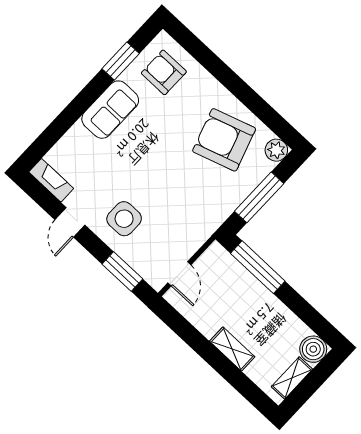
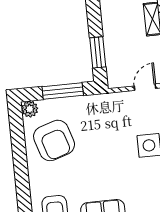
window: (258, 267) -> (98, 52), width x0.69

